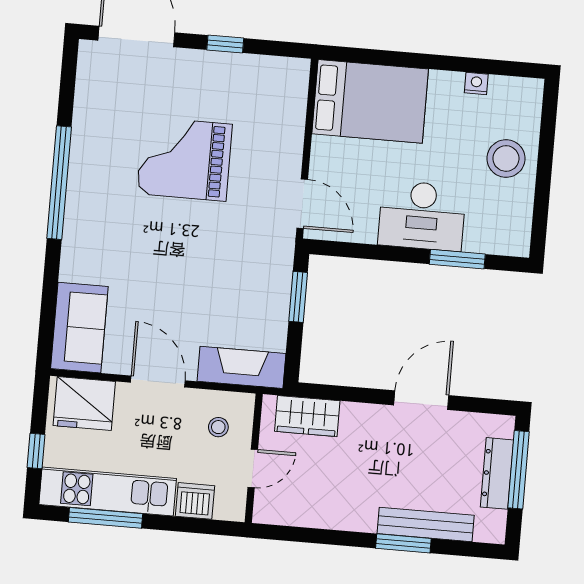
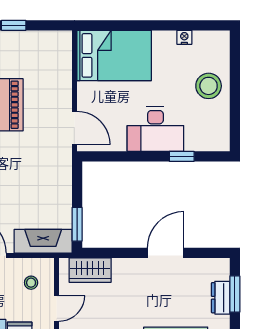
window: (457, 259) -> (182, 156), width x0.67
window: (298, 297) -> (77, 224), moved
window: (519, 470) -> (235, 294), width x0.69
dresser: (497, 473) -> (221, 298), width x0.70

